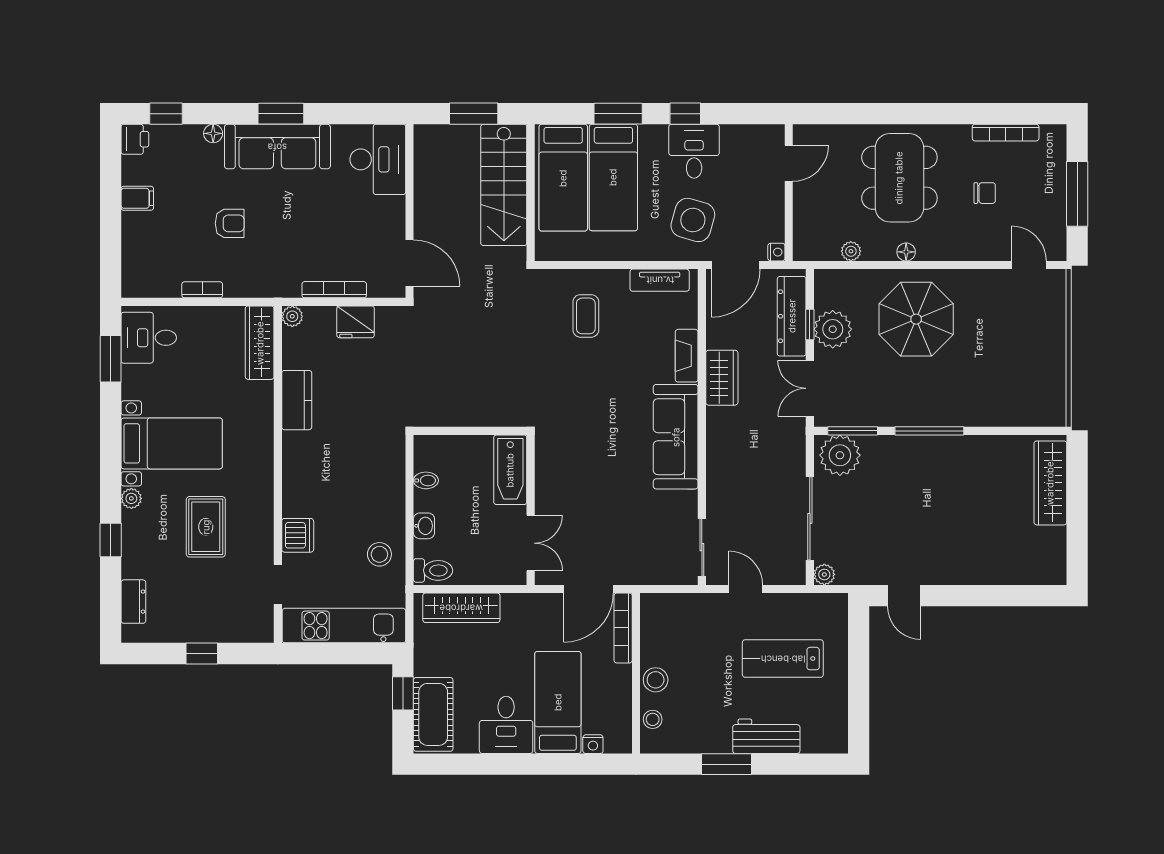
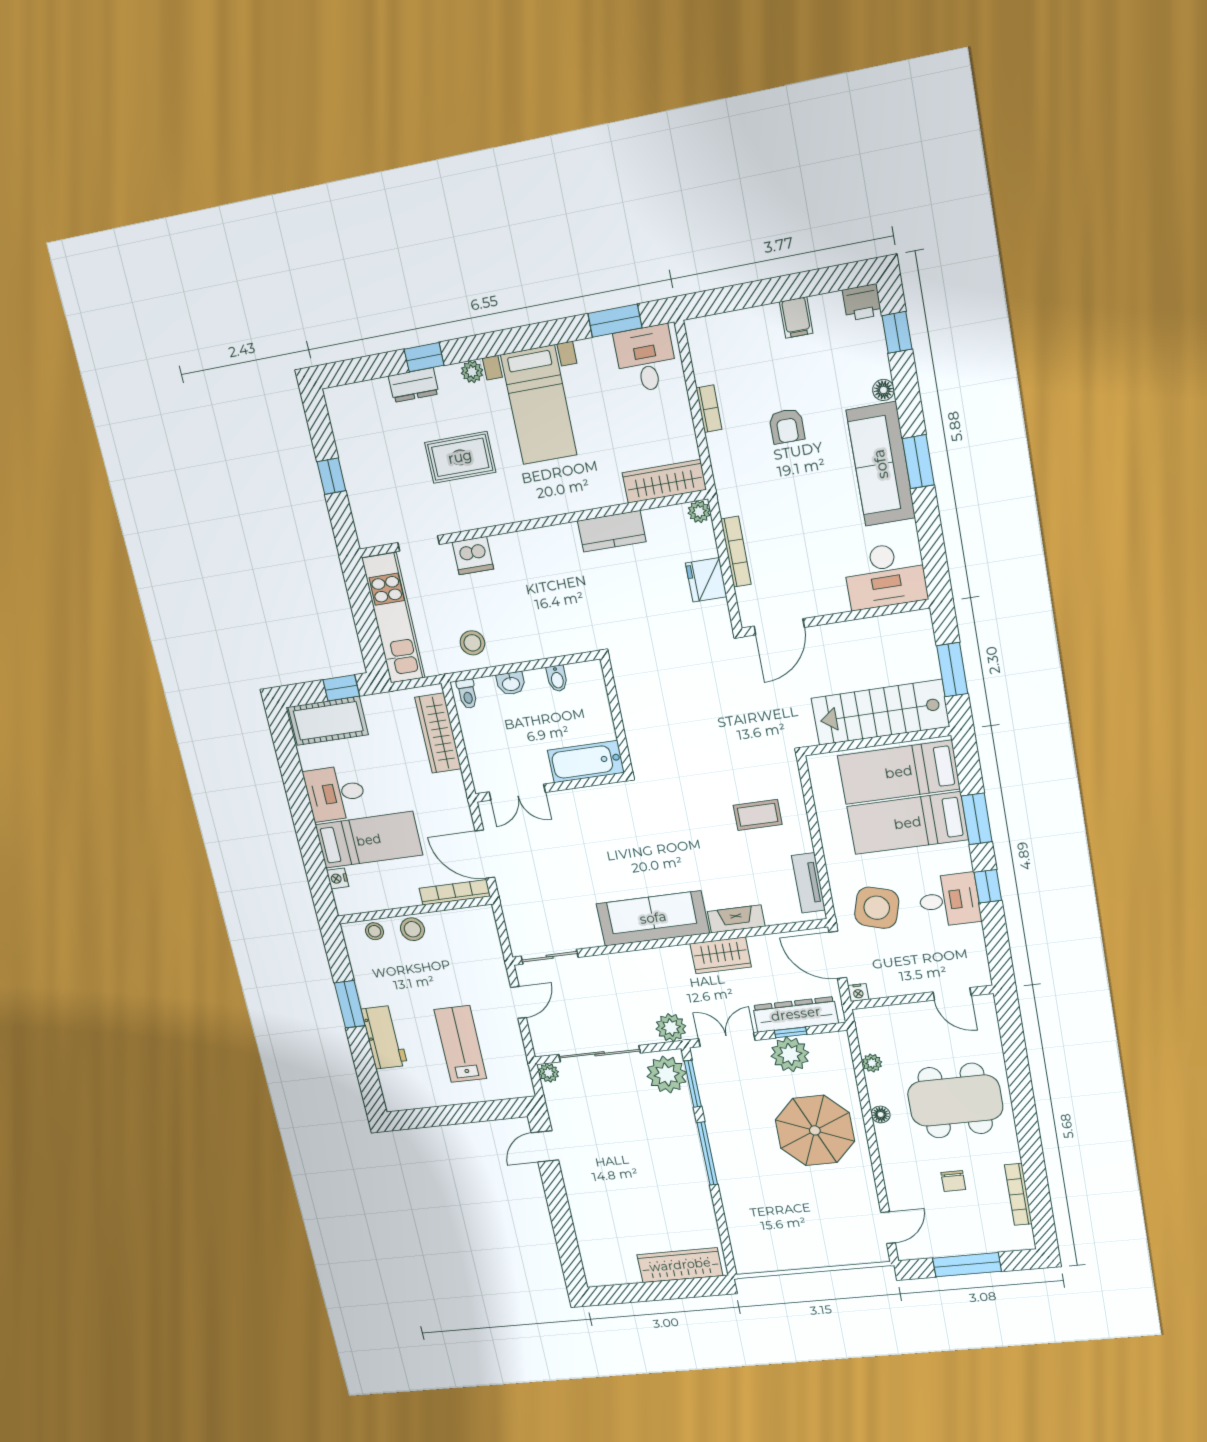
plant: (791, 441) -> (671, 1027), added
toilet: (433, 570) -> (467, 694), width x0.73, depth x0.72
dresser: (133, 602) -> (414, 385), moved

